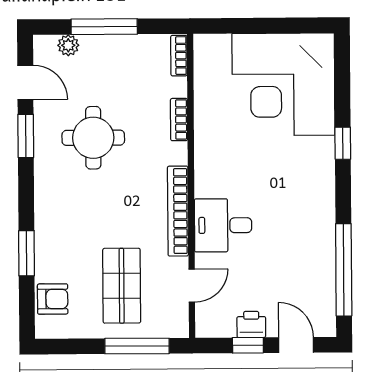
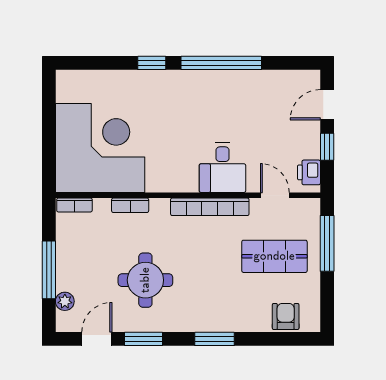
corner desk: (283, 84) -> (100, 148), moved, turned -90
window: (27, 253) -> (214, 339), moved
window: (344, 270) -> (221, 63), moved
printer: (251, 324) -> (309, 172), moved

